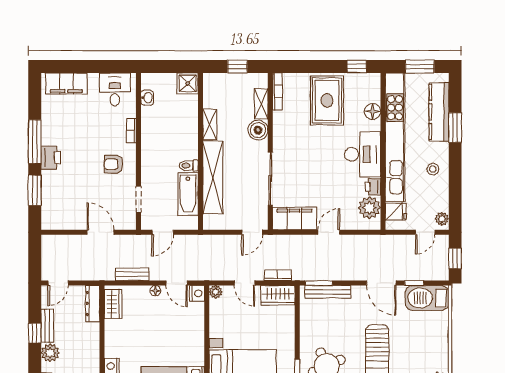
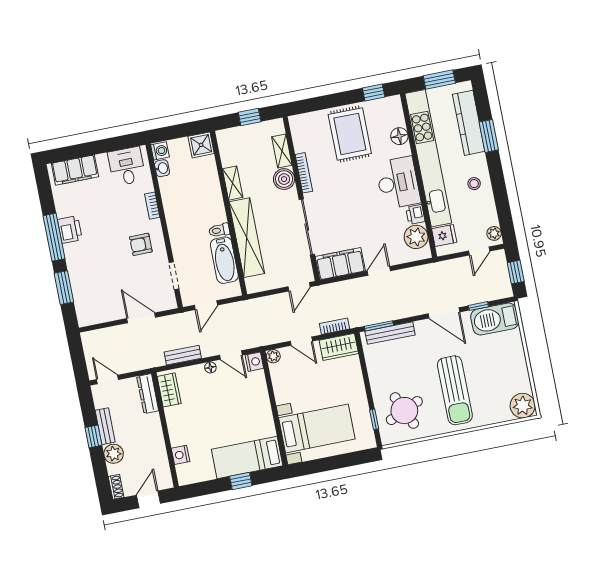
washing machine: (148, 81) -> (160, 151), added
bookcase: (277, 92) -> (304, 173), moved
printer: (51, 158) -> (70, 230), moved
door: (58, 283) -> (107, 380), swing flipped

